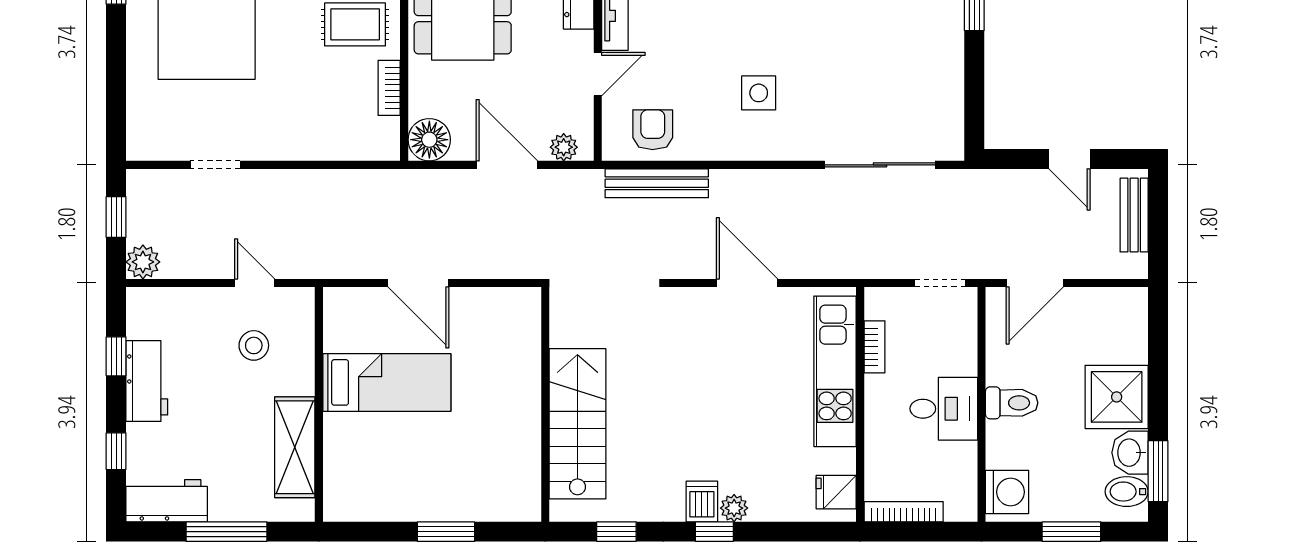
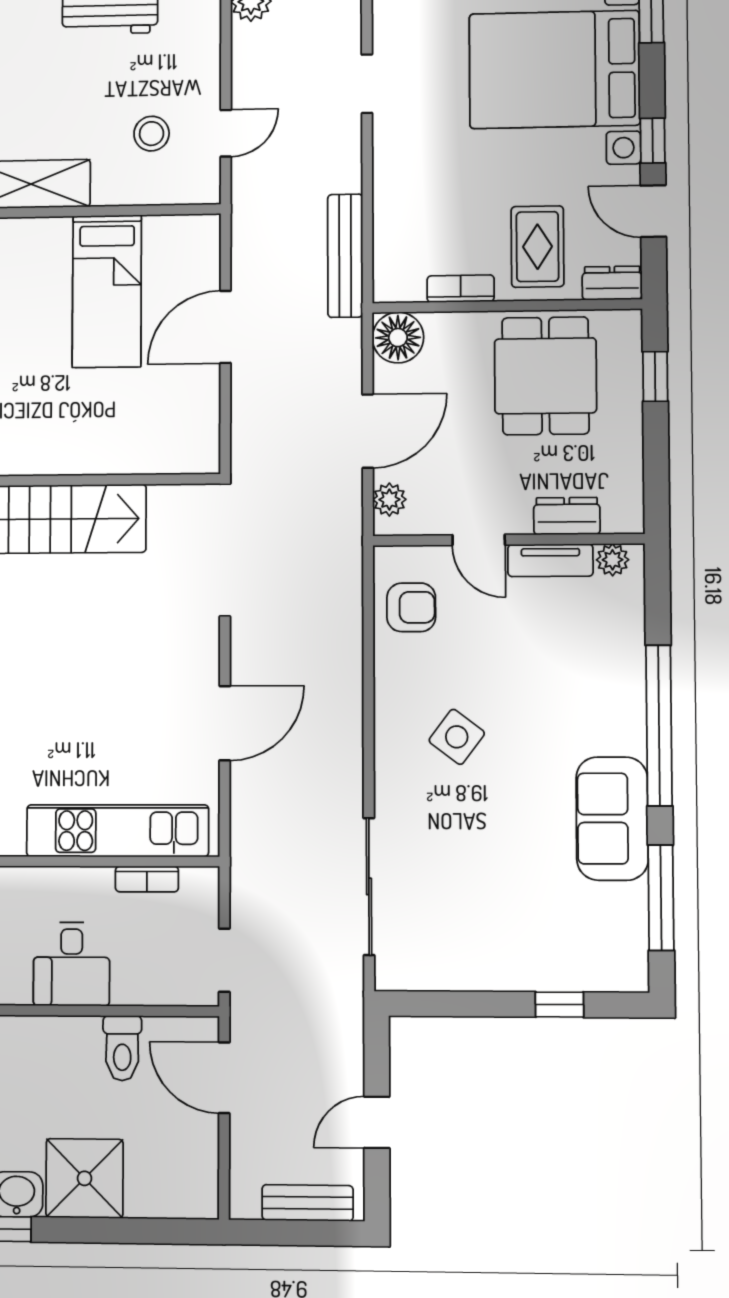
side table: (759, 93) -> (457, 737), turned 37
bench: (657, 183) -> (345, 256), moved
toilet: (1012, 403) -> (122, 1048), moved

